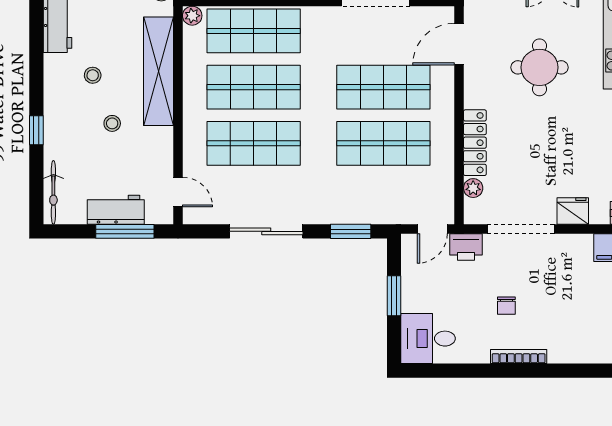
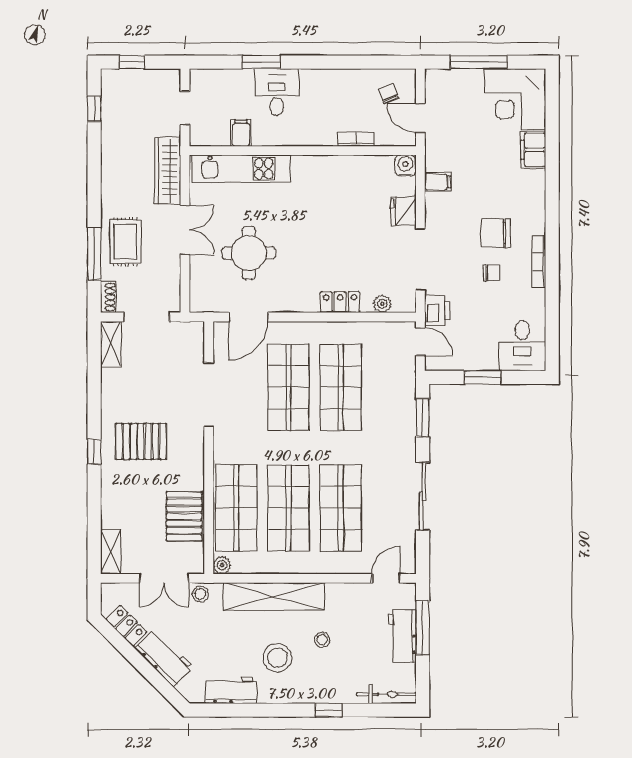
door: (459, 44) -> (248, 317), hinge flipped
round table: (540, 67) -> (249, 253), moved
stool: (93, 75) -> (277, 658), width x1.89, depth x1.89
locker: (475, 143) -> (340, 302), width x0.66
chair: (549, 310) -> (496, 233), added

